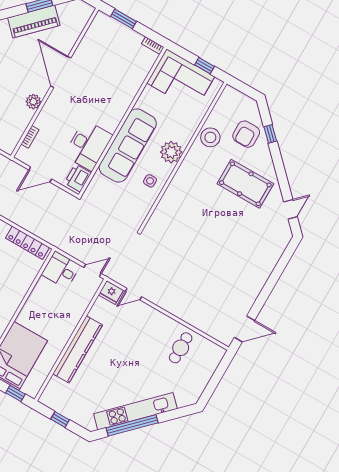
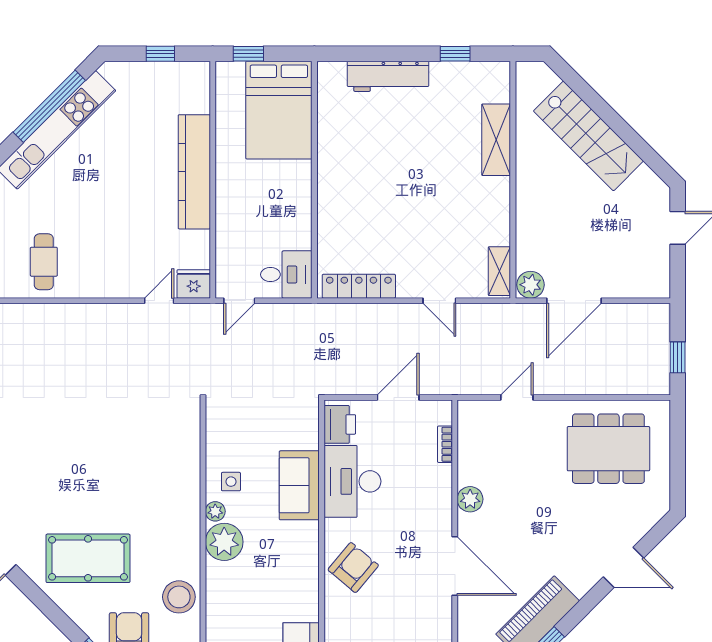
armchair: (113, 101) -> (353, 568), added
sofa: (128, 146) -> (299, 485), width x0.54, depth x0.79
plant: (167, 170) -> (215, 511), added

